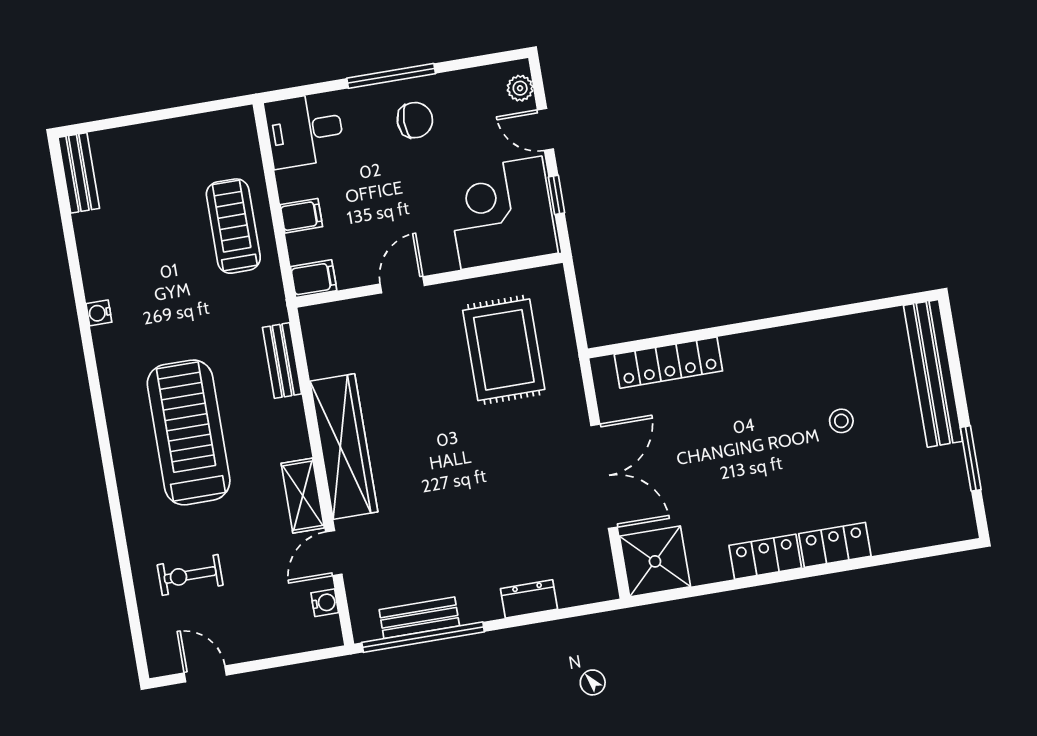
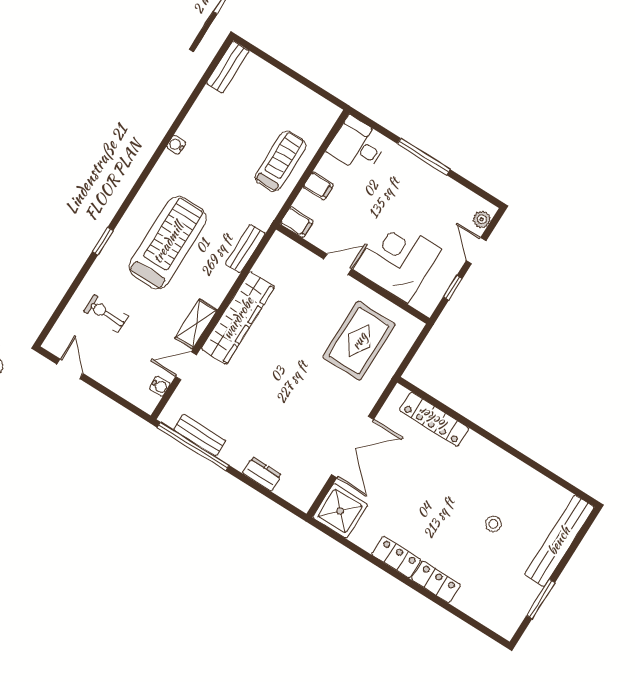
chair: (415, 120) -> (416, 189), removed
corner desk: (501, 213) -> (397, 259), moved
window: (113, 496) -> (103, 241), added

